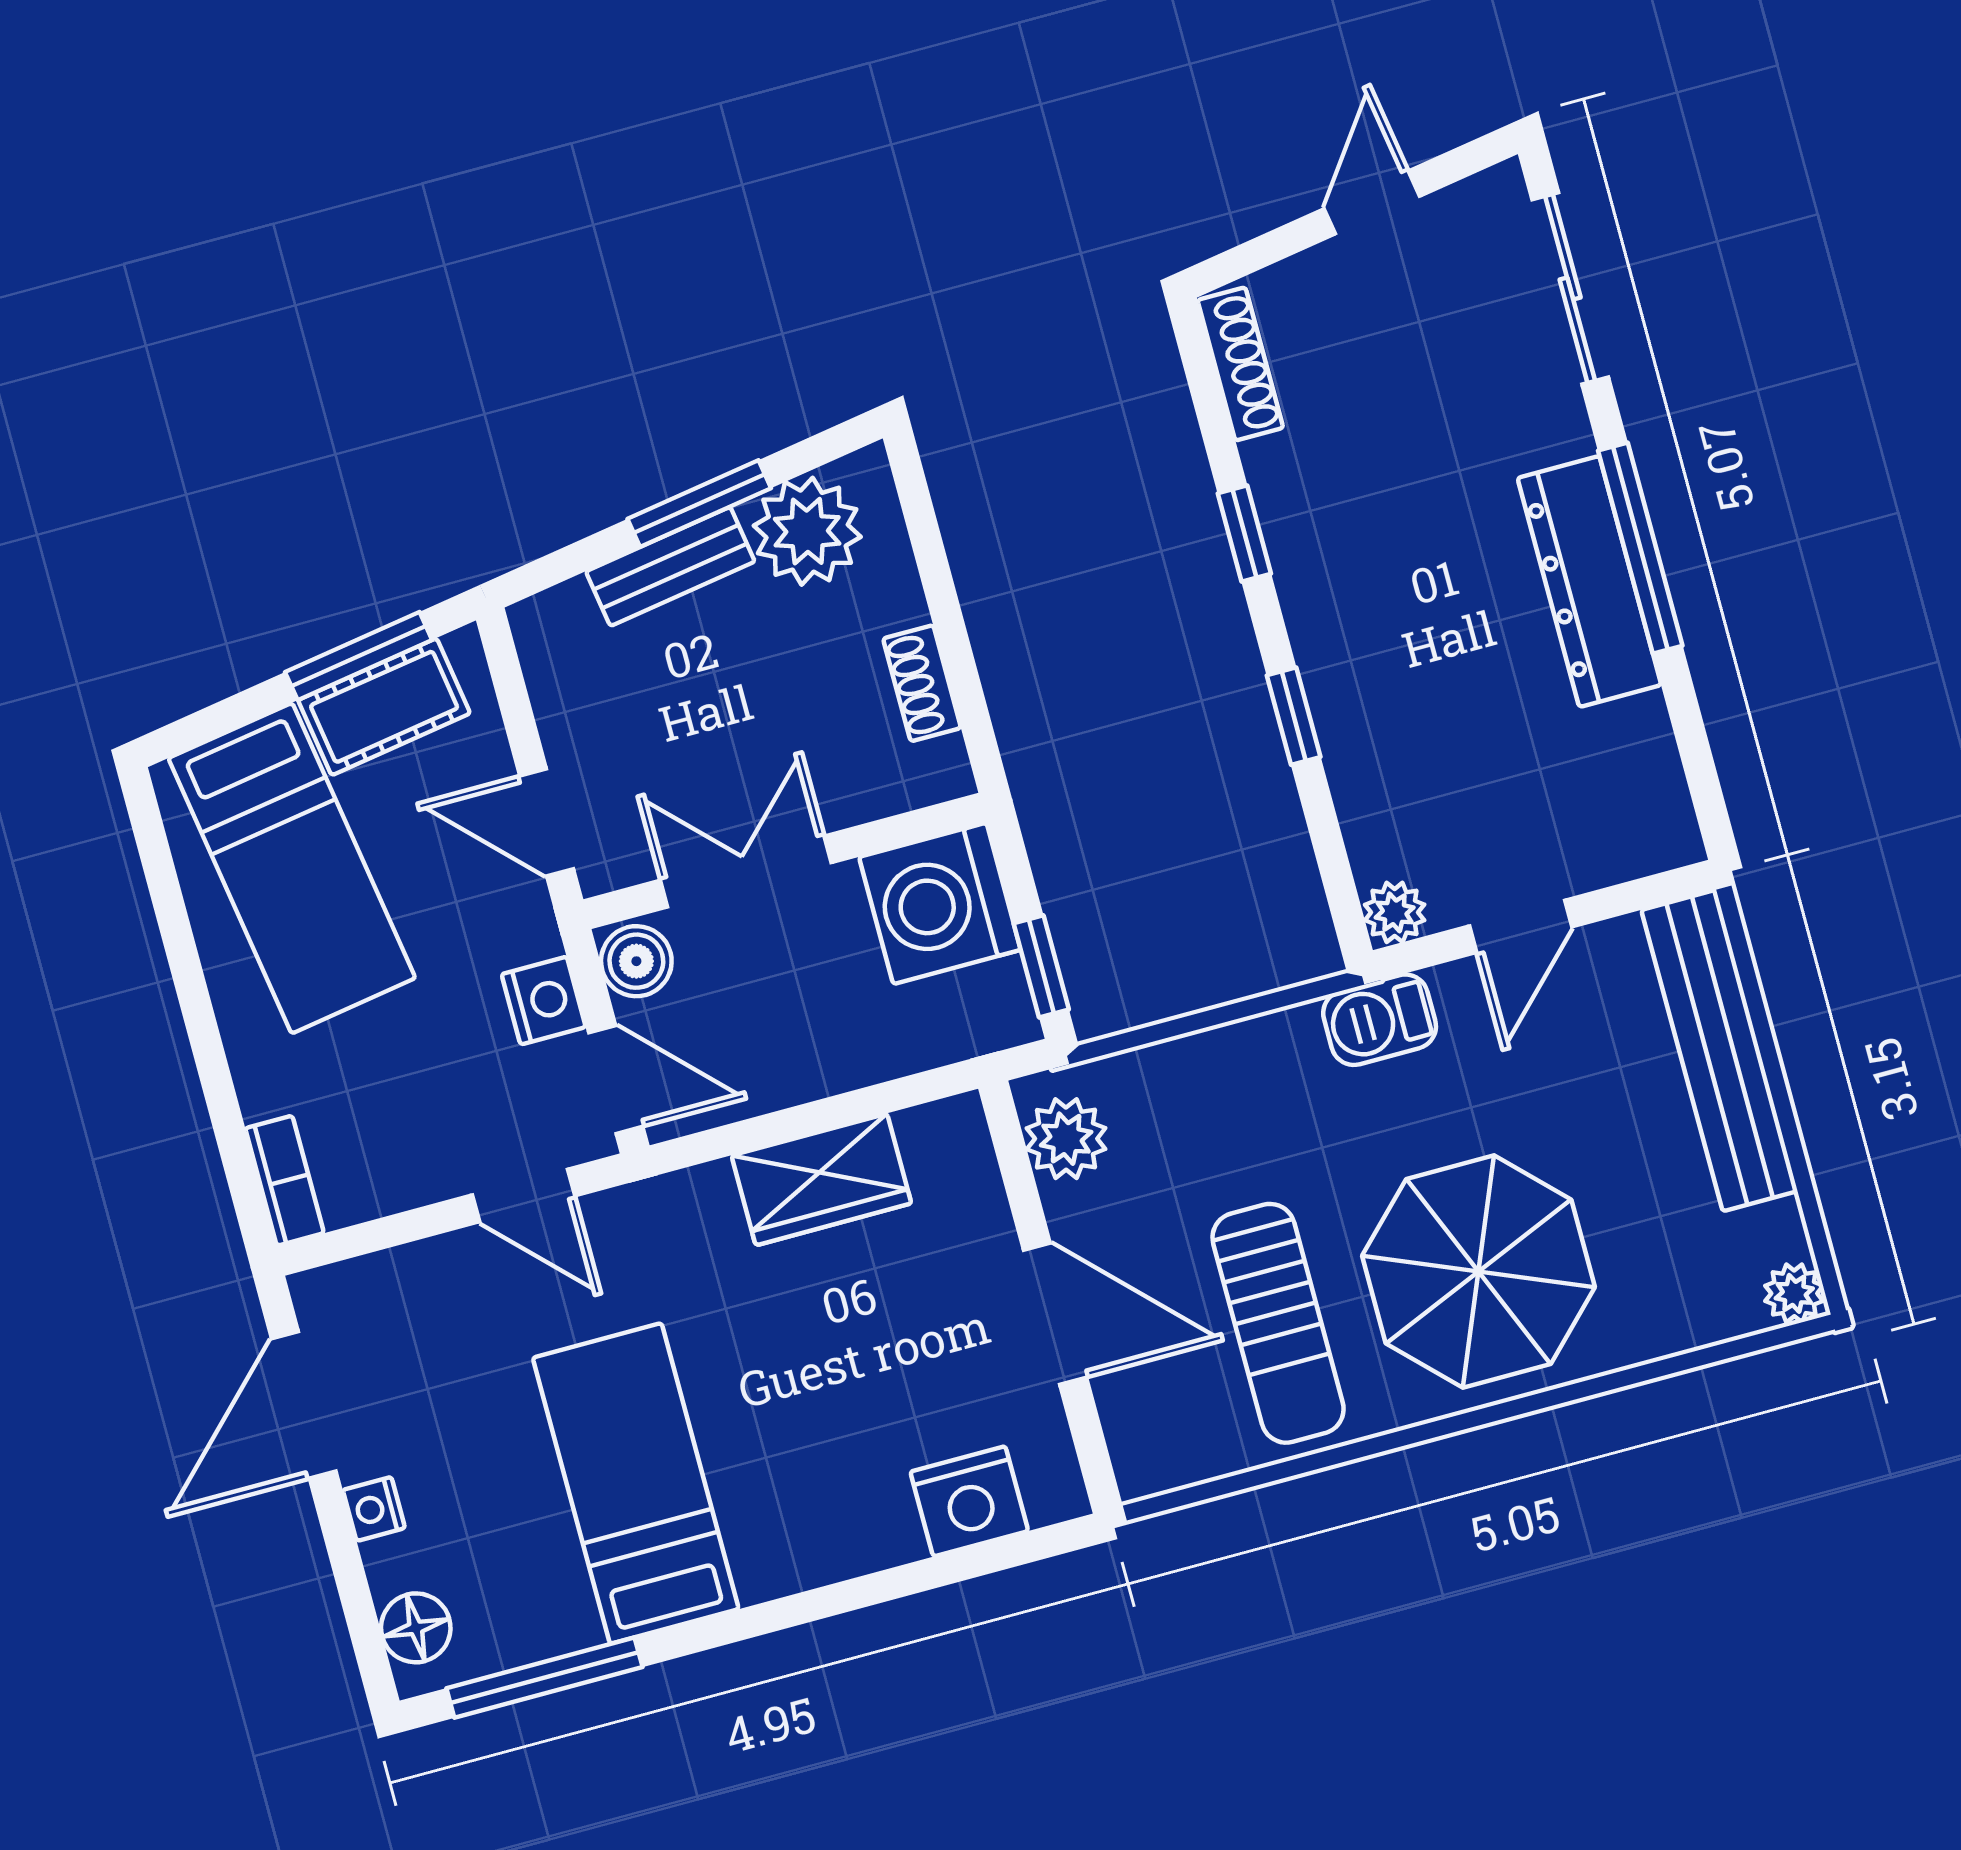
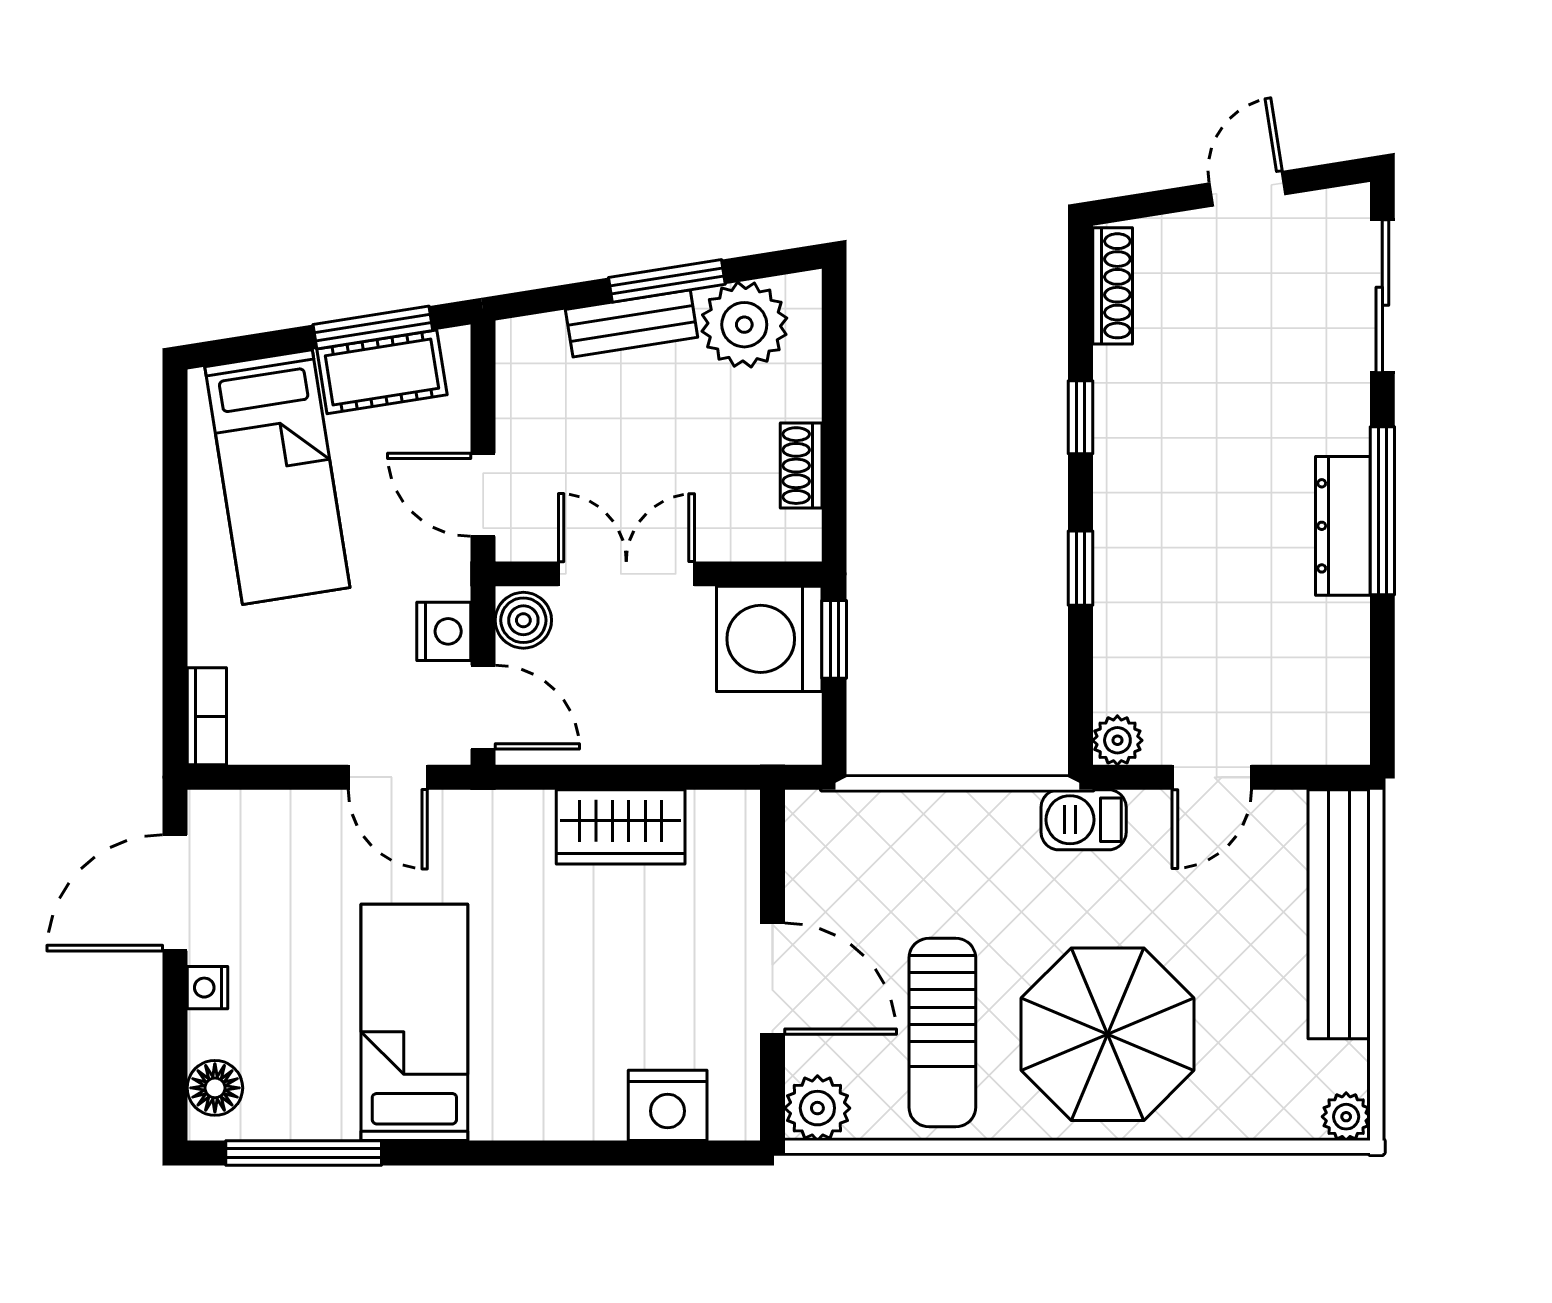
dresser: (1589, 581) -> (1343, 526), width x0.73, depth x0.80
window: (1041, 966) -> (834, 639), moved
plant: (1066, 1139) -> (817, 1108), moved

